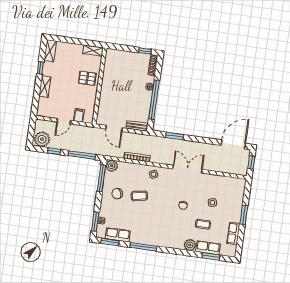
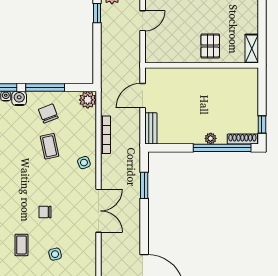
window: (154, 100) -> (222, 148), moved
filing cabinet: (79, 115) -> (154, 42), removed
door: (64, 121) -> (143, 21), swing flipped
window: (82, 155) -> (97, 54), removed
window: (101, 178) -> (45, 87), moved
water cooler: (104, 212) -> (19, 98), added

